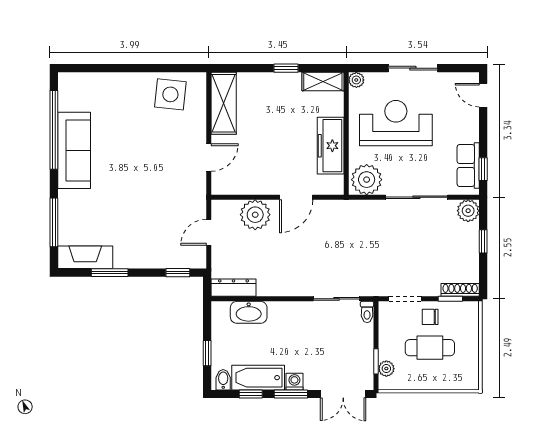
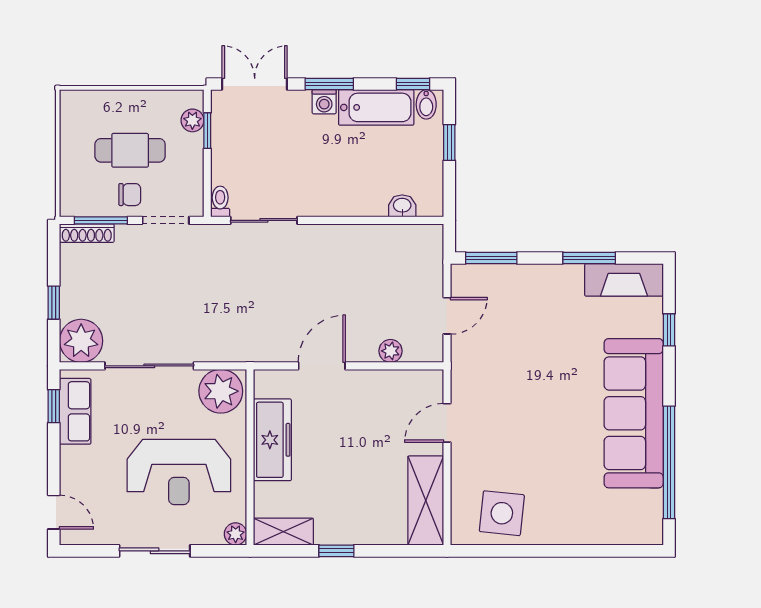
sofa: (74, 150) -> (634, 413), width x1.36, depth x1.27
plant: (468, 211) -> (81, 341), width x1.36, depth x1.36
plant: (255, 215) -> (390, 351), width x0.53, depth x0.53
window: (54, 222) -> (669, 330), width x0.46
window: (178, 273) -> (491, 258), width x1.50
dresser: (234, 288) -> (411, 236), removed
window: (450, 299) -> (101, 220), width x1.50
washbasin: (249, 312) -> (402, 206), width x0.52, depth x0.69
window: (251, 394) -> (413, 84), moved

